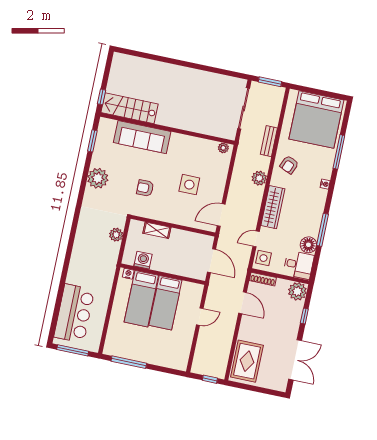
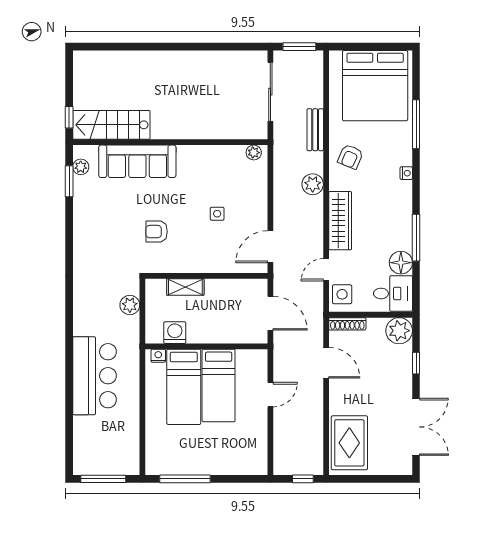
plant: (98, 178) -> (81, 167), moved, width x0.53, depth x0.53
side table: (189, 185) -> (217, 214), width x0.54, depth x0.54
bar counter: (74, 313) -> (95, 376), moved

